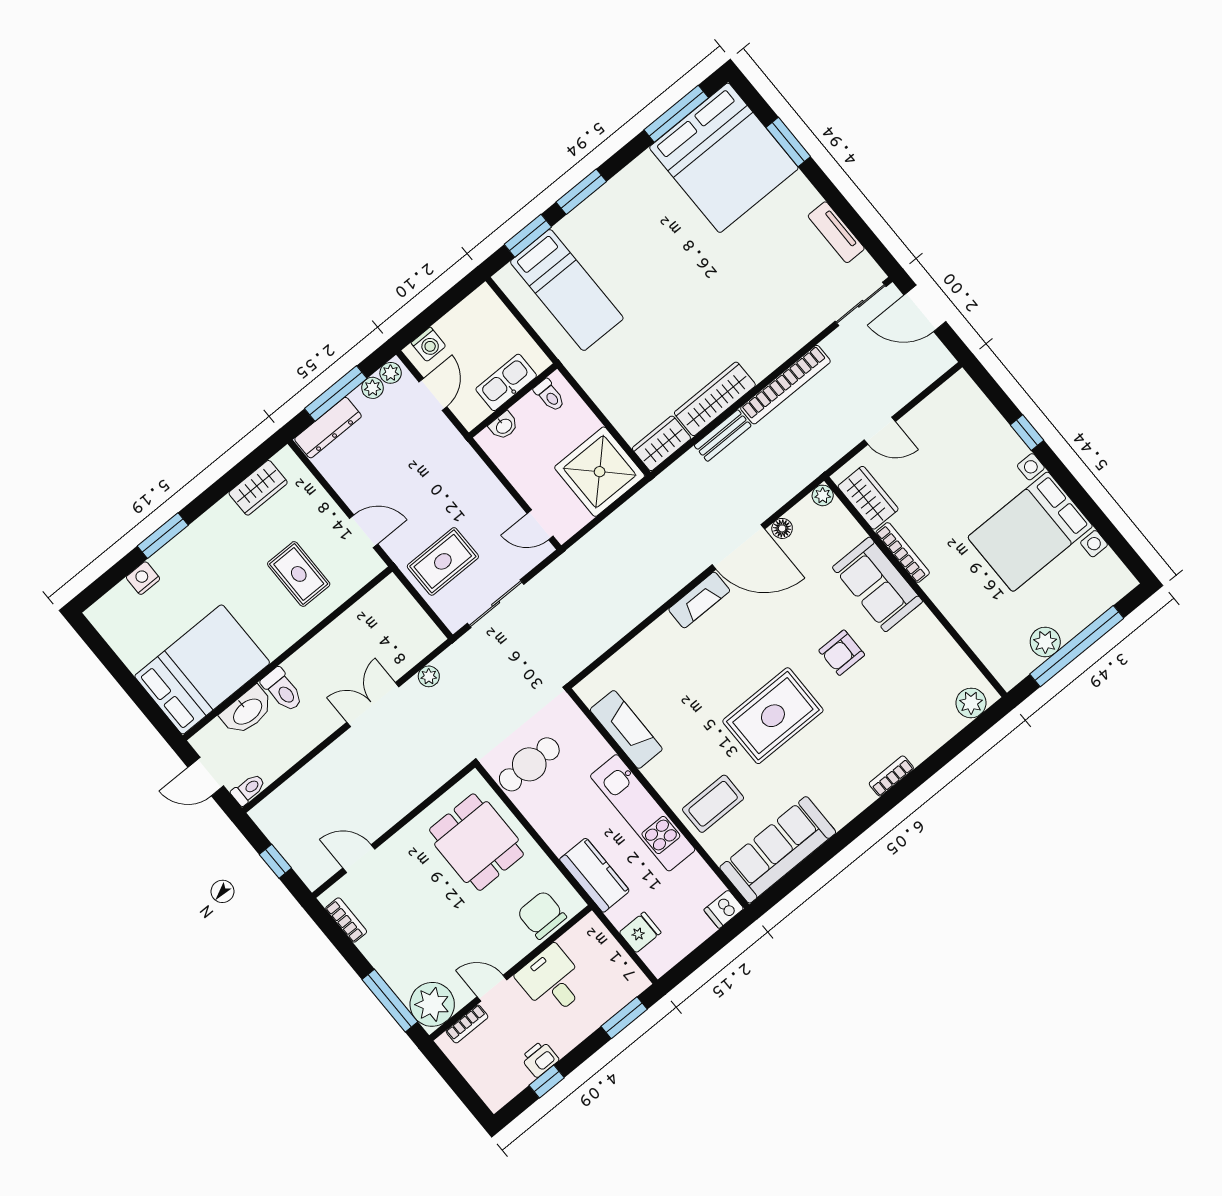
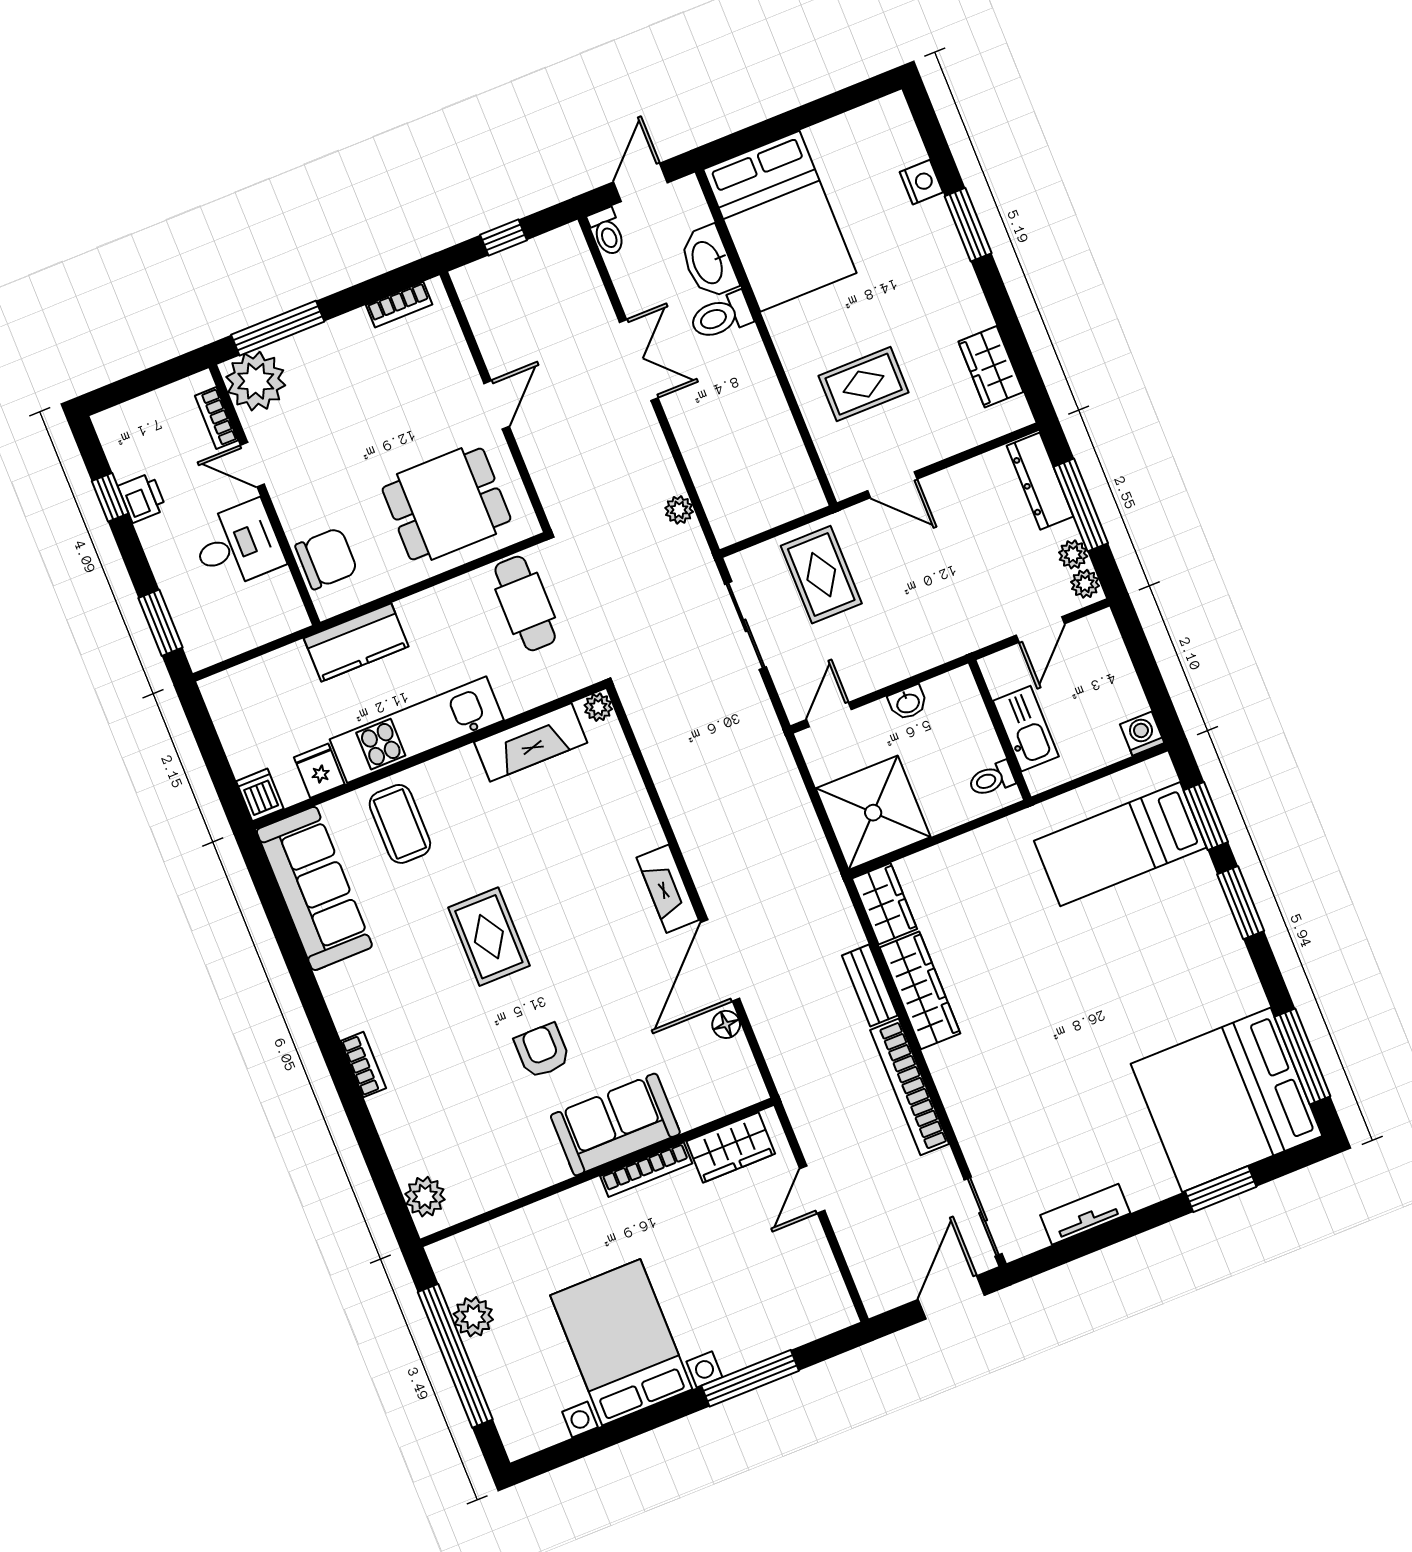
washing machine: (428, 344) -> (1142, 734), moved, turned 90
door: (433, 394) -> (1040, 630), hinge flipped
washbasin: (504, 426) -> (908, 703), moved, turned -90
window: (1027, 433) -> (750, 1378), width x2.17
plant: (823, 495) -> (598, 707), moved
door: (364, 531) -> (892, 485), hinge flipped
double door: (373, 704) -> (639, 360), moved
rug: (773, 716) -> (489, 937), width x0.73, depth x0.70
door: (359, 859) -> (497, 405), moved
fridge: (640, 932) -> (319, 771), moved, turned 180
door: (492, 988) -> (252, 465), swing flipped

